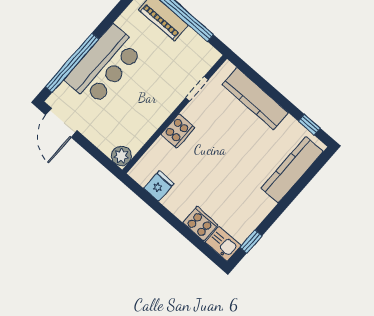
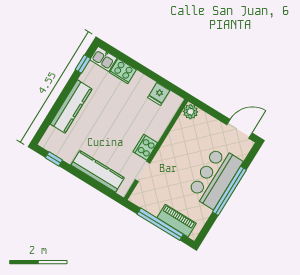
window: (72, 63) -> (229, 191), moved
door: (61, 123) -> (239, 129), hinge flipped
cooker: (178, 131) -> (145, 147), moved
kitchen counter: (292, 170) -> (71, 107), moved

